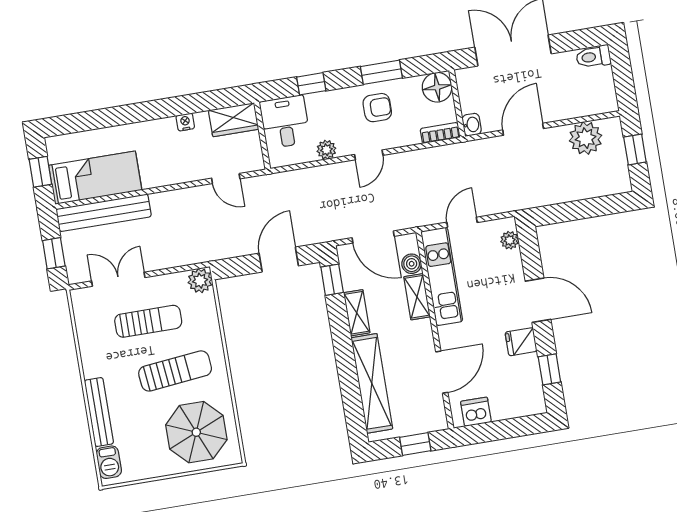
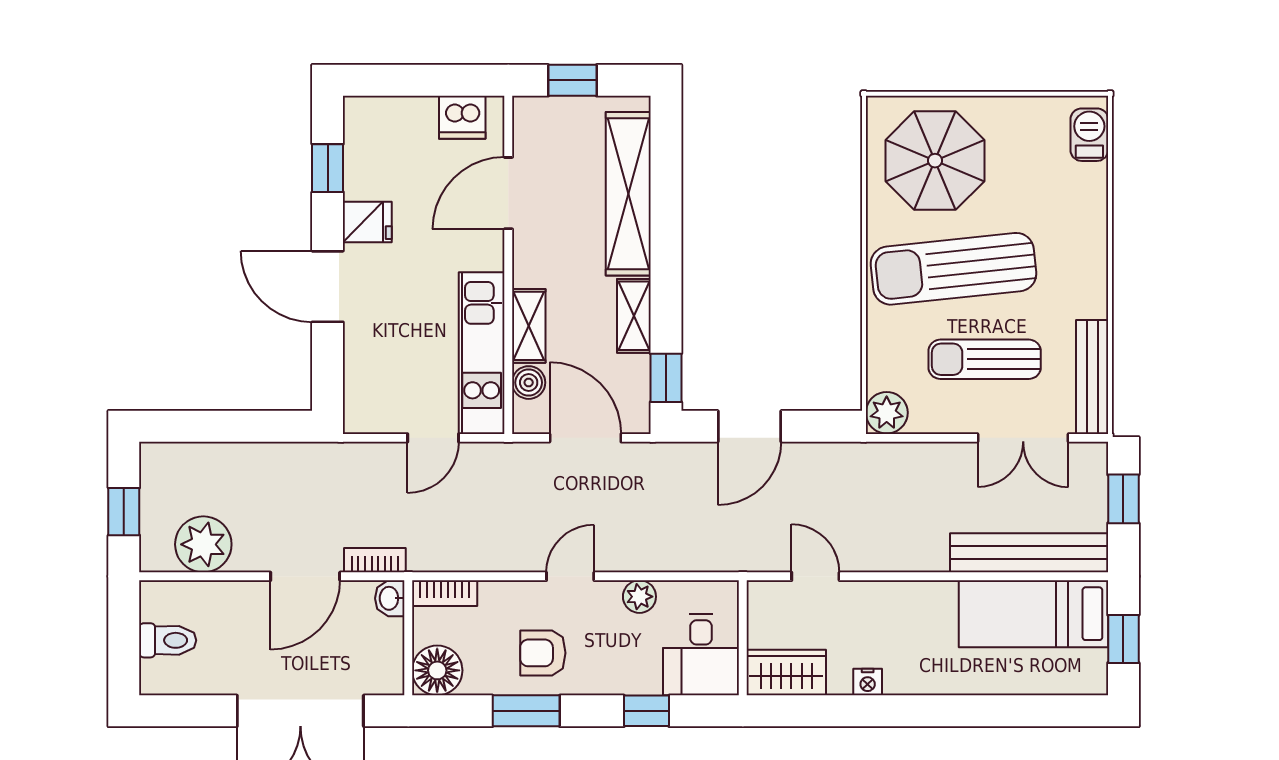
toilet: (593, 57) -> (168, 640), moved
bookcase: (484, 145) -> (375, 560), added
plant: (510, 240) -> (358, 395), removed
sun lounger: (175, 371) -> (953, 269), width x1.36, depth x1.34
bench: (99, 412) -> (1092, 377), moved

